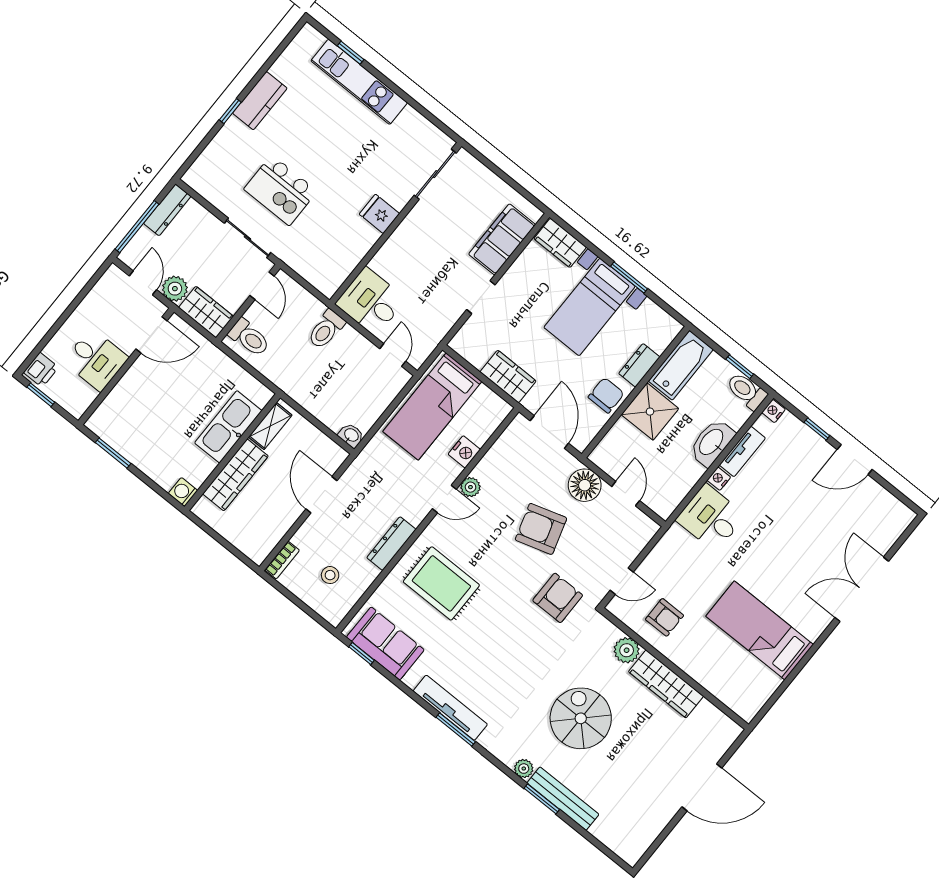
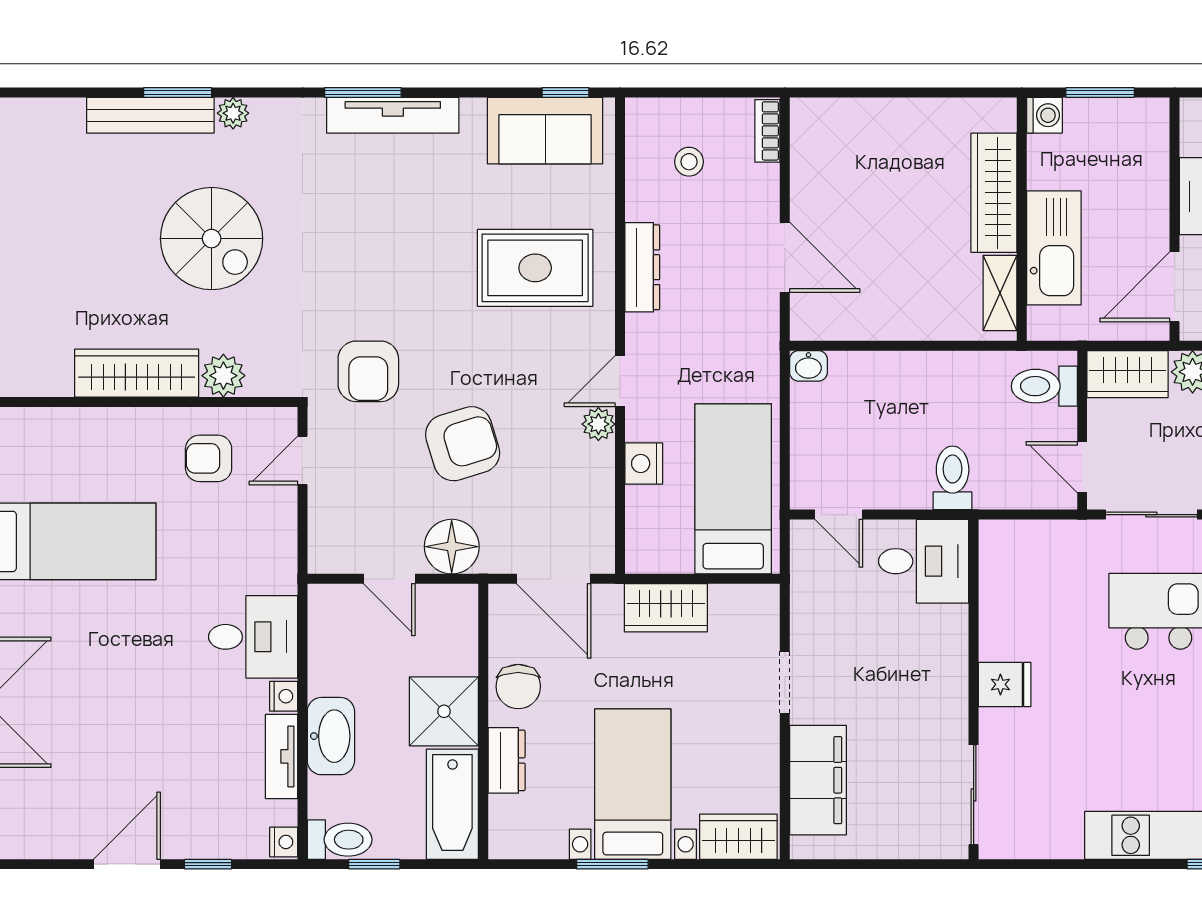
shelving: (270, 426) -> (1000, 293), moved
kitchen sink: (228, 427) -> (1054, 248), moved
wall: (232, 452) -> (1022, 219), moved
wardrobe: (235, 475) -> (994, 193), moved
washing machine: (183, 492) -> (1044, 115), moved

